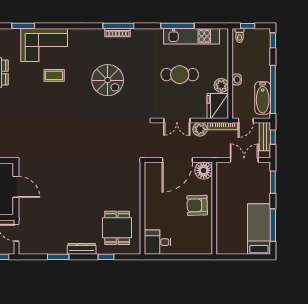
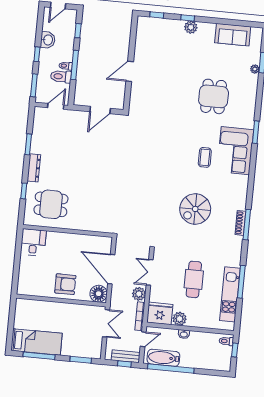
window: (273, 40) -> (218, 373), removed
door: (246, 120) -> (143, 339), swing flipped
double door: (244, 160) -> (106, 323), moved
armchair: (197, 205) -> (65, 284), turned 92

